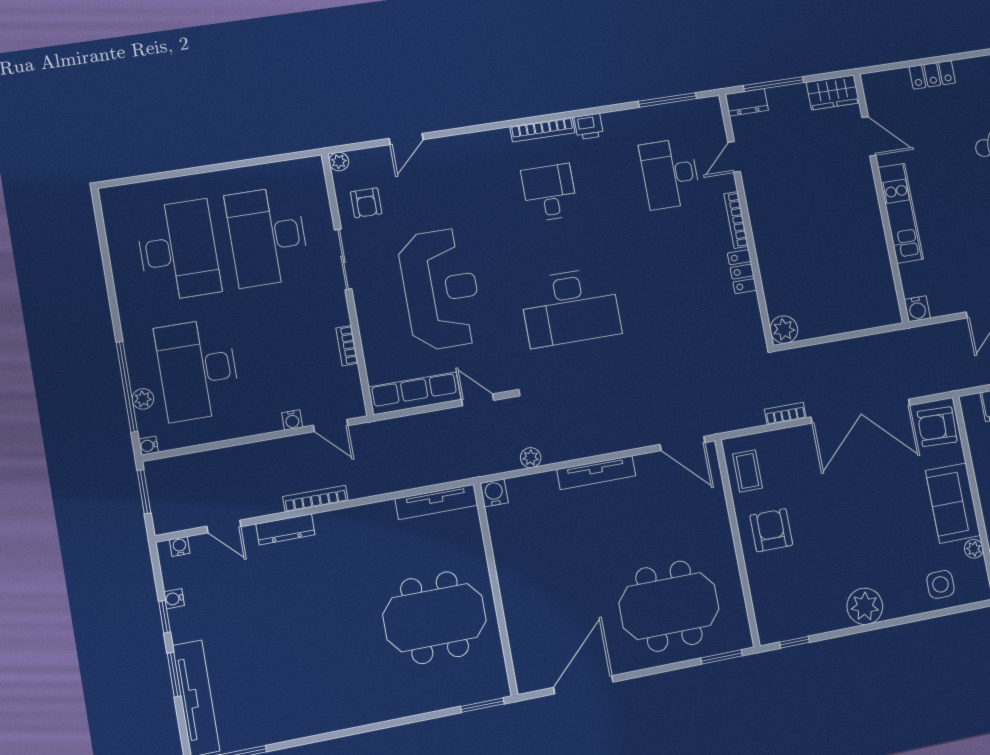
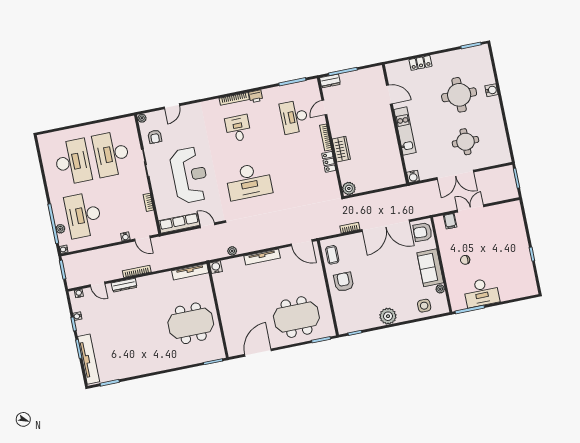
wardrobe: (833, 92) -> (341, 149), moved, turned -90

